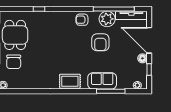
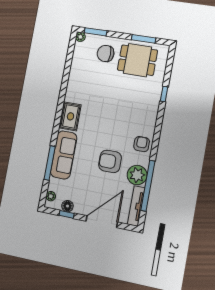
floor lamp: (142, 58) -> (67, 206), moved
sofa: (102, 81) -> (64, 155), width x1.36

